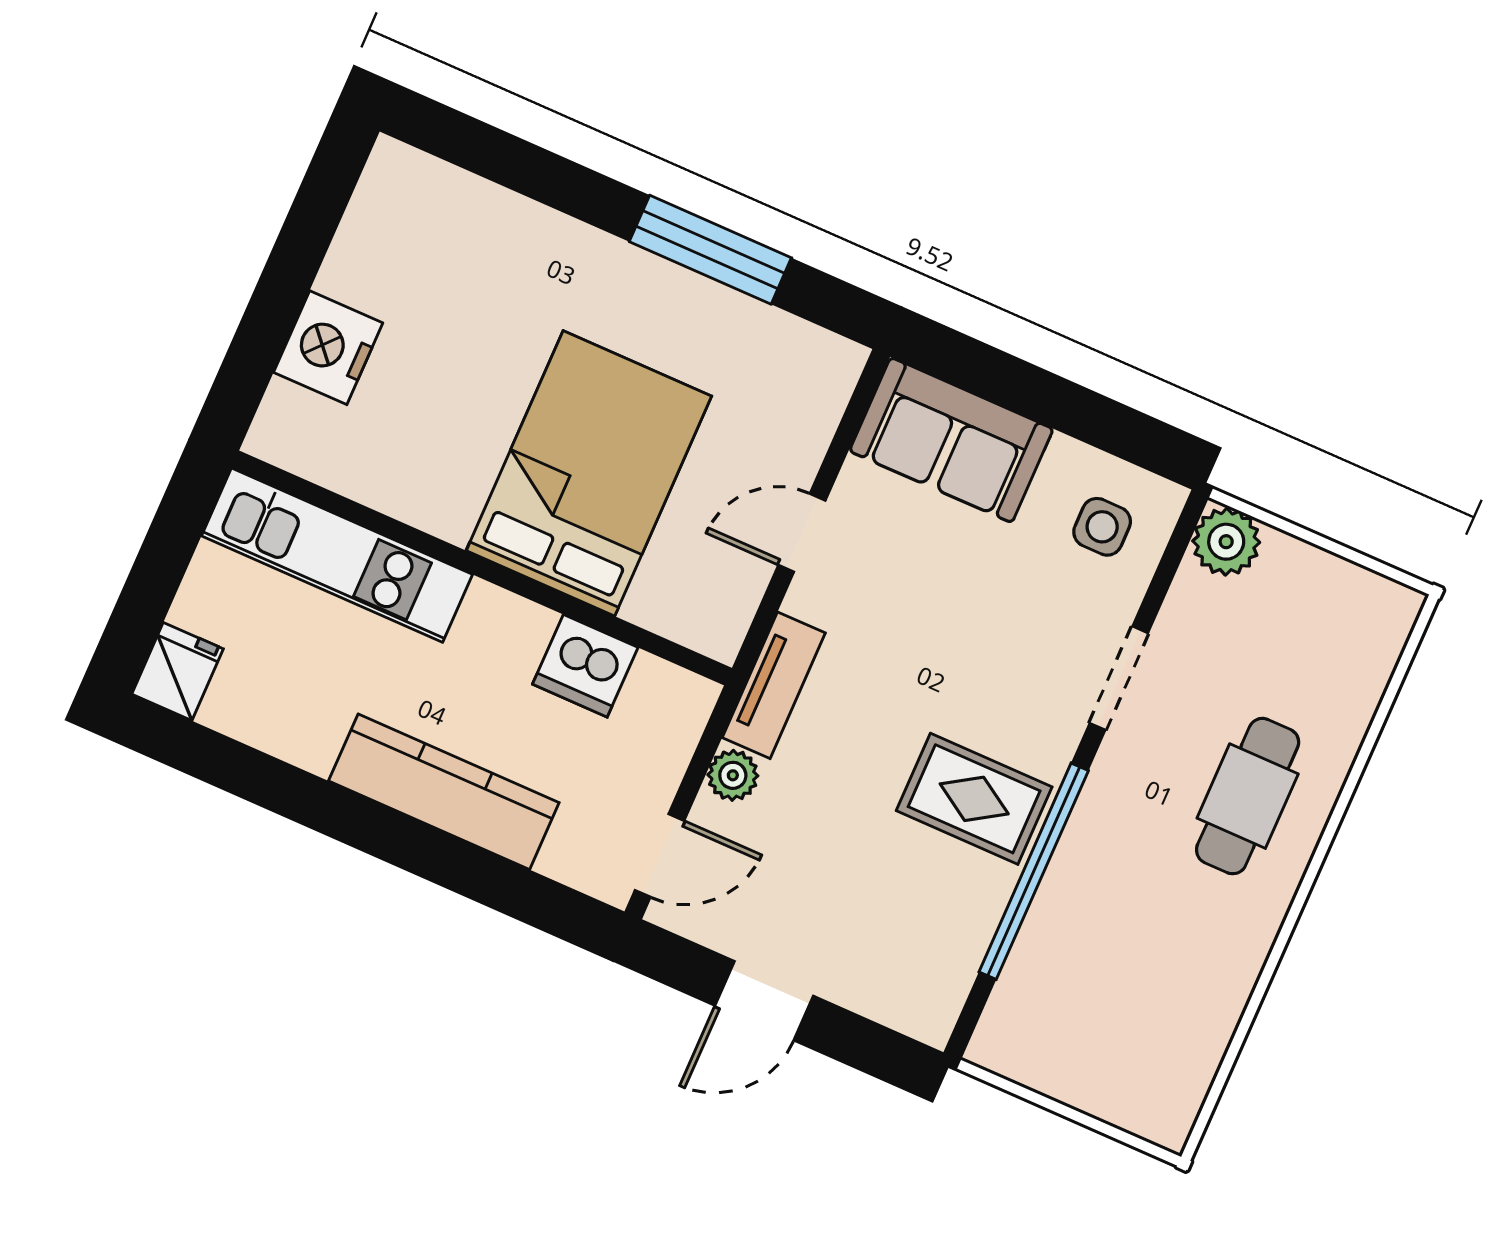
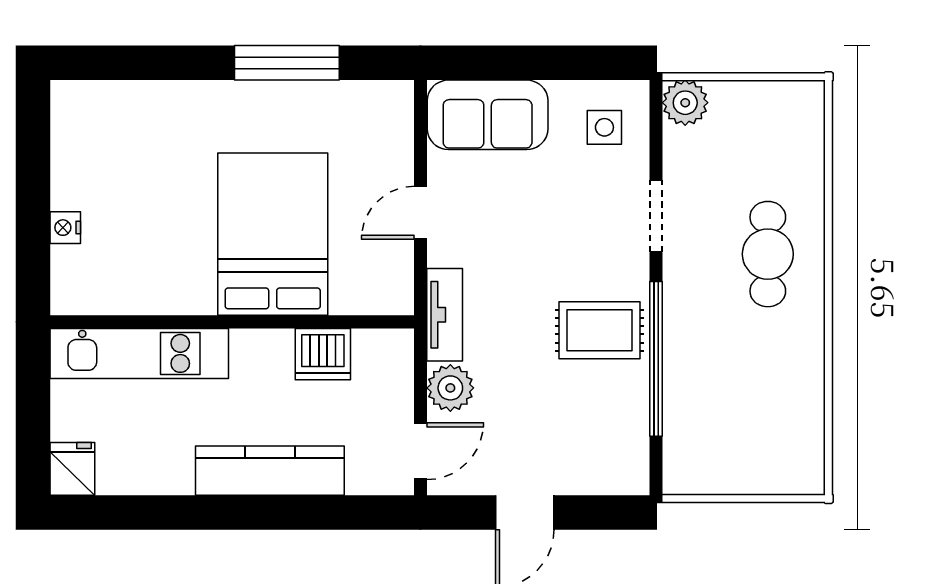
nightstand: (328, 348) -> (65, 228), width x0.53, depth x0.56
plant: (733, 775) -> (450, 388), width x1.38, depth x1.38

